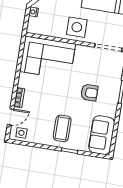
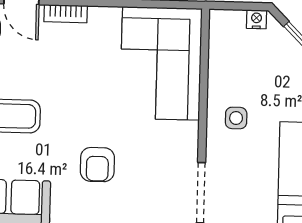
side table: (77, 27) -> (236, 118), width x0.54, depth x0.54

